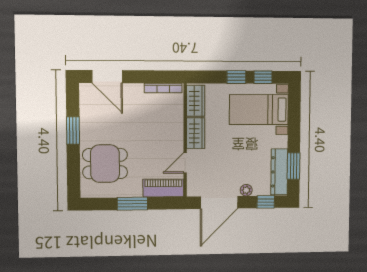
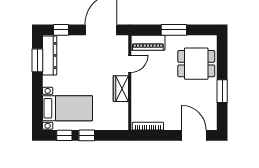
wardrobe: (196, 101) -> (121, 116), removed
plant: (246, 190) -> (78, 40), removed

